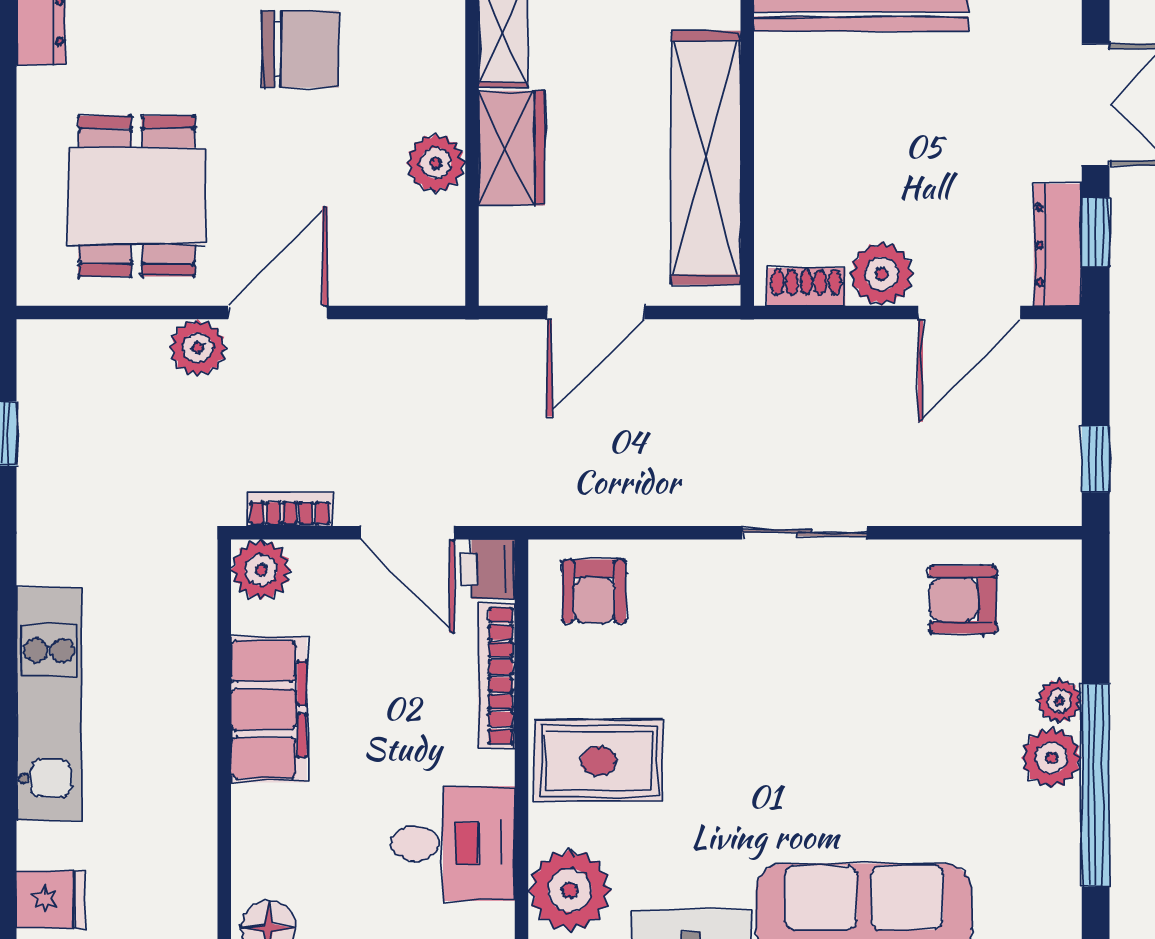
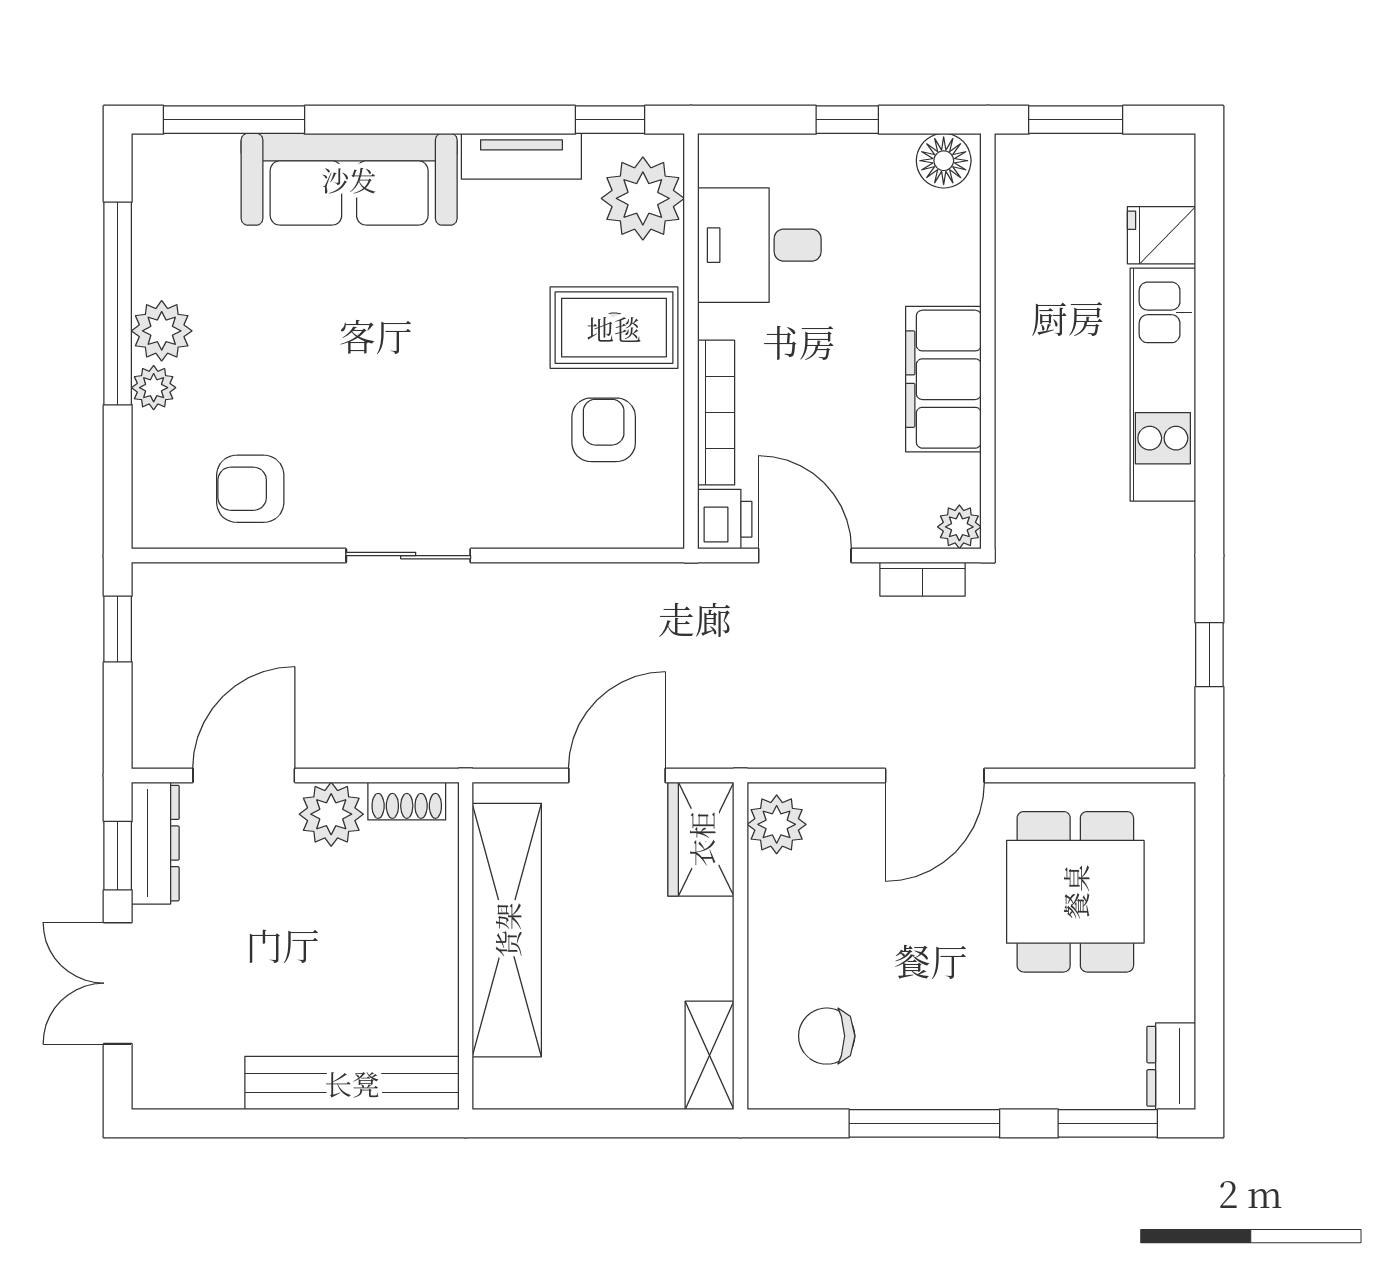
chair: (300, 49) -> (827, 1036), moved, width x0.73, depth x0.73
wardrobe: (512, 148) -> (701, 839), moved
plant: (436, 163) -> (777, 824), moved
plant: (198, 348) -> (1014, 740), removed
plant: (261, 570) -> (959, 527), width x0.73, depth x0.73
armchair: (594, 591) -> (604, 430), moved
armchair: (963, 600) -> (250, 489), turned 180
fridge: (50, 899) -> (1161, 235), moved

